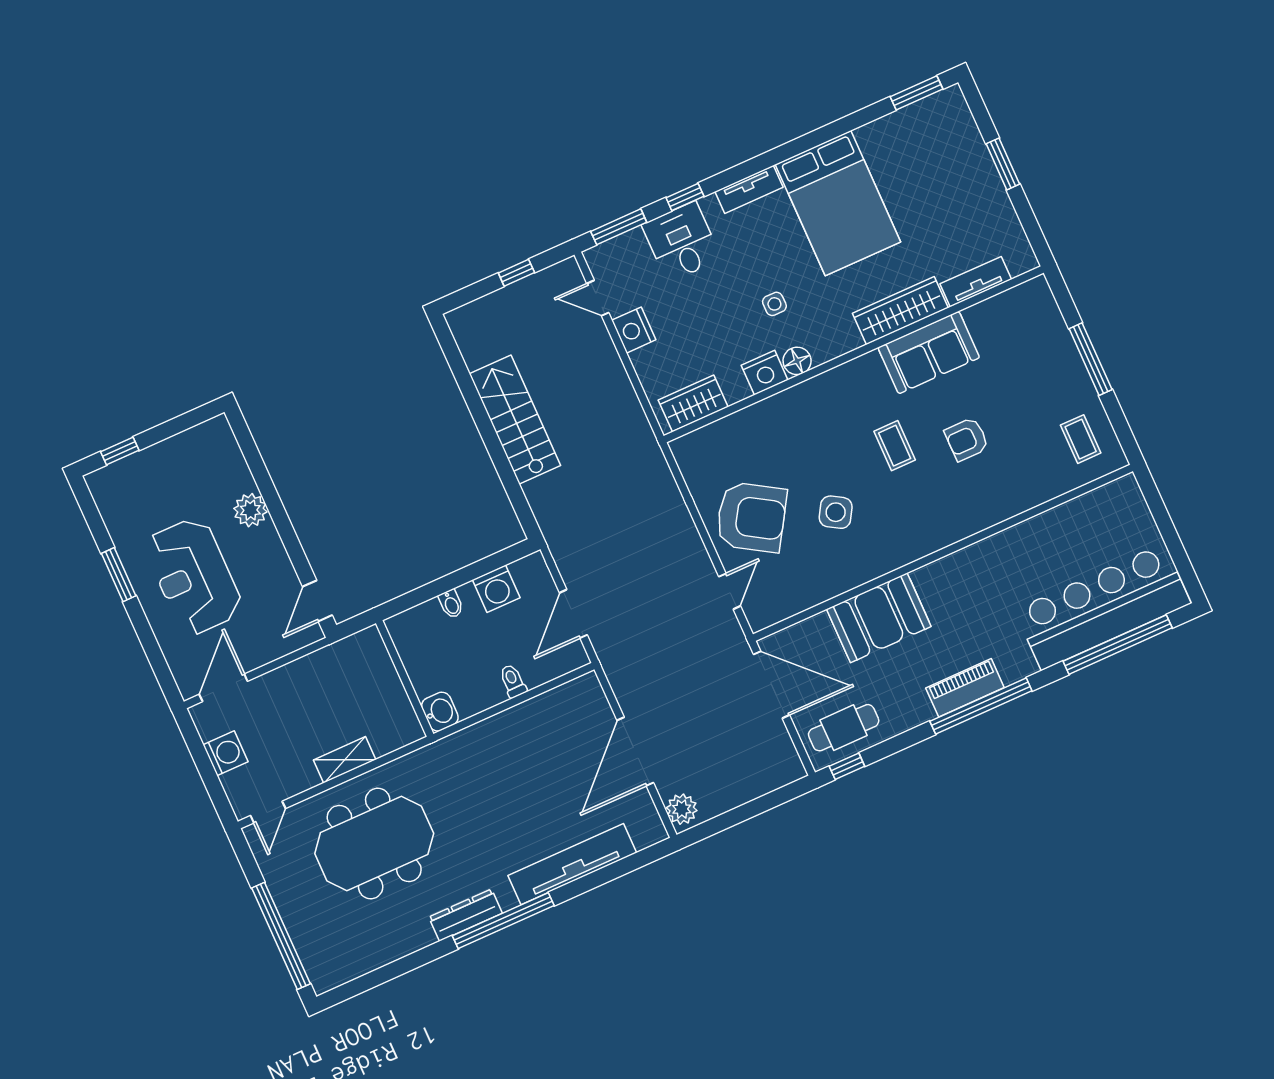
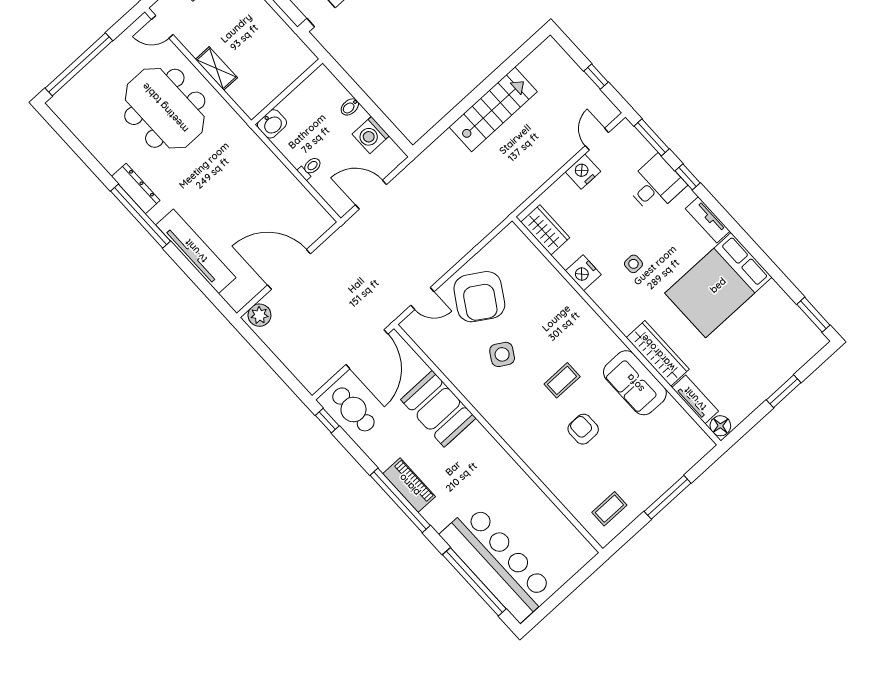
floor lamp: (797, 361) -> (720, 426), moved

